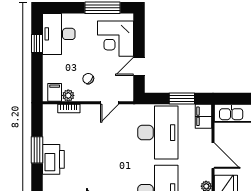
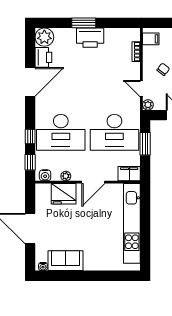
plant: (68, 95) -> (148, 105), moved
window: (182, 99) -> (145, 144), moved
window: (37, 150) -> (84, 23), moved

